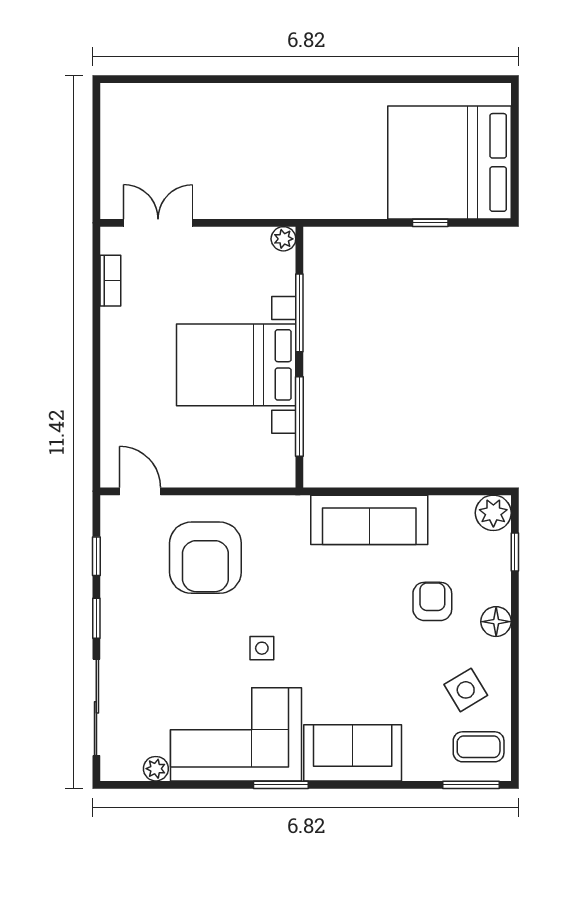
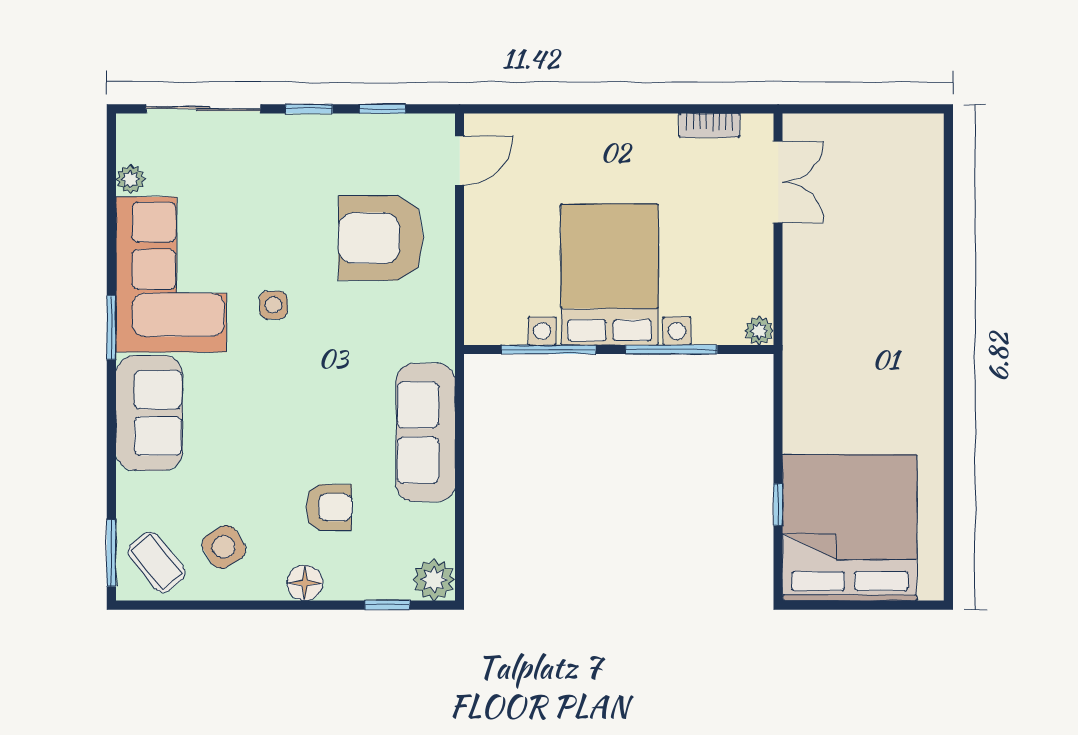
coffee table: (479, 747) -> (156, 562), turned -39

